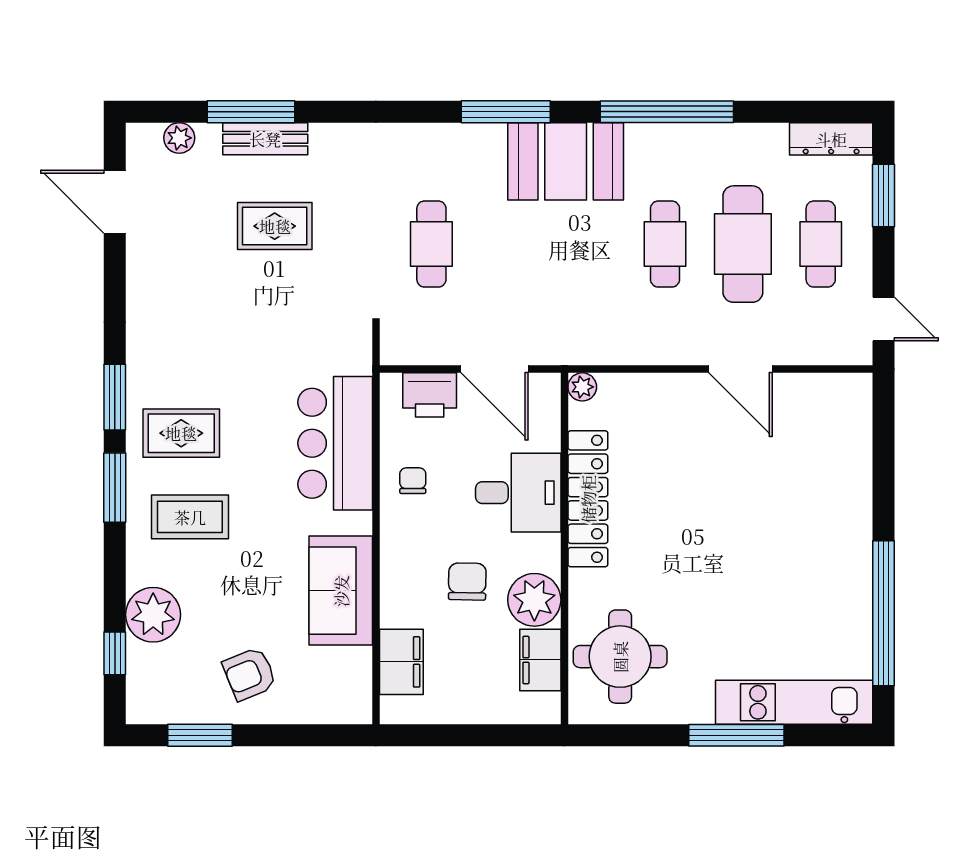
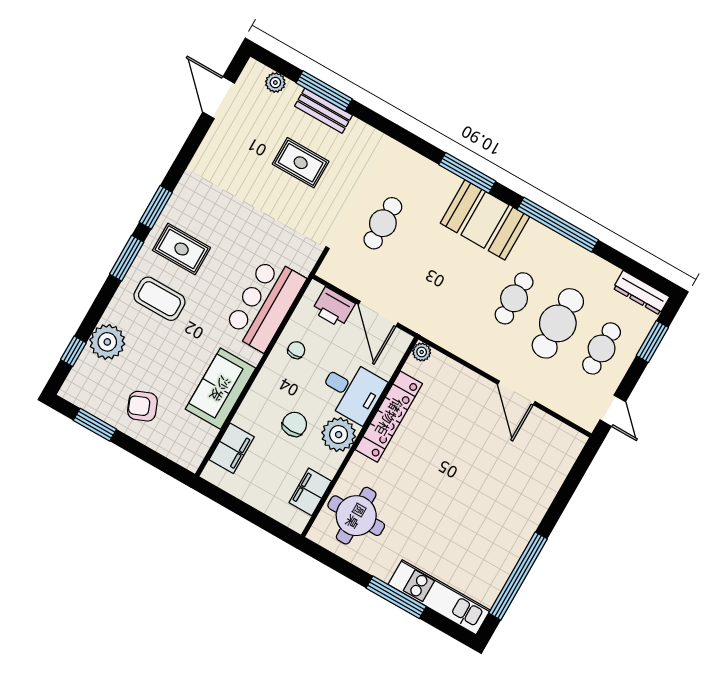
plant: (534, 600) -> (339, 435), moved

